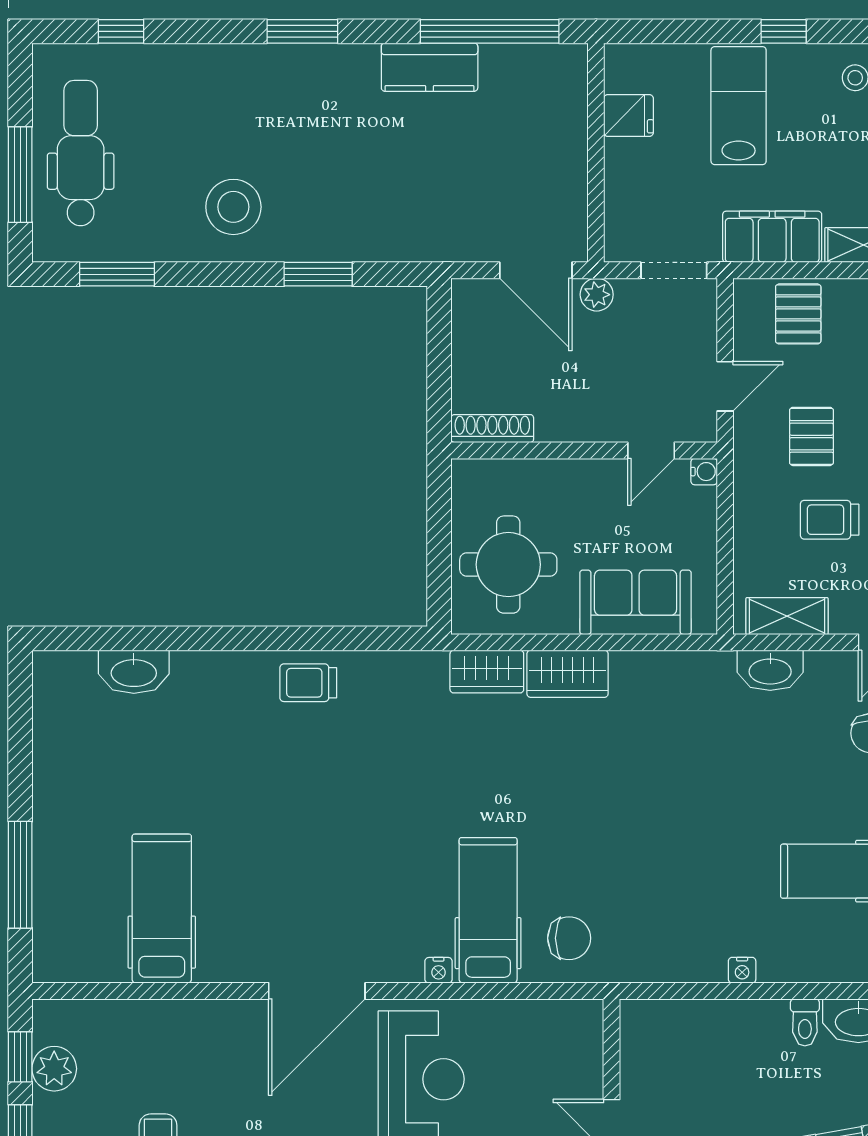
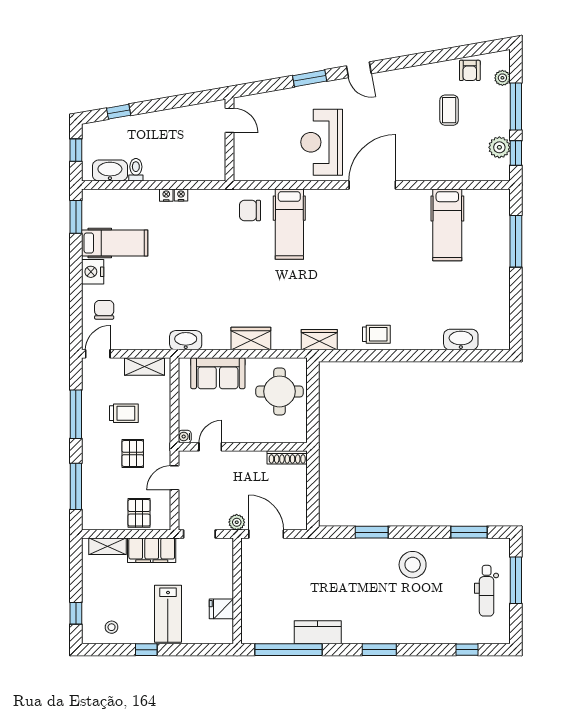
dental chair: (81, 153) -> (487, 591), width x0.73, depth x0.72
washbasin: (770, 670) -> (186, 340), moved
wardrobe: (487, 672) -> (319, 340), moved
nightstand: (439, 970) -> (181, 195), moved

